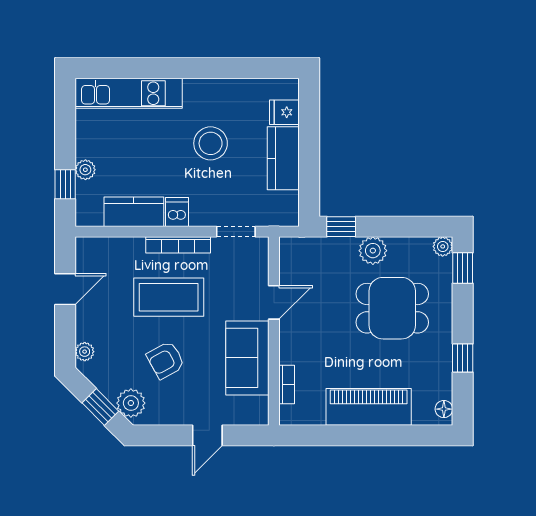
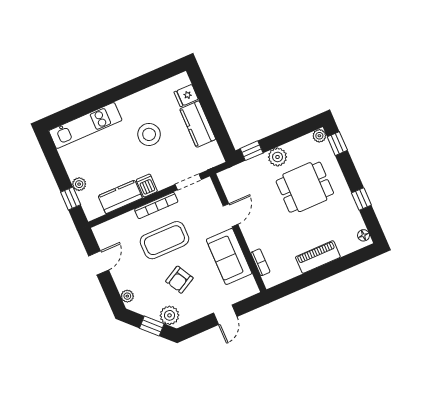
piano: (369, 407) -> (318, 257), width x0.73, depth x0.75

